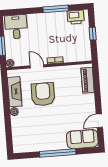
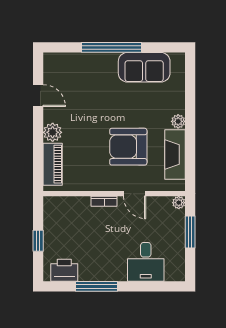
desk: (16, 27) -> (146, 262), moved
armchair: (43, 94) -> (128, 147), turned 90
plant: (89, 99) -> (53, 132), added
door: (99, 121) -> (38, 96), hinge flipped
sofa: (82, 139) -> (144, 67), moved

